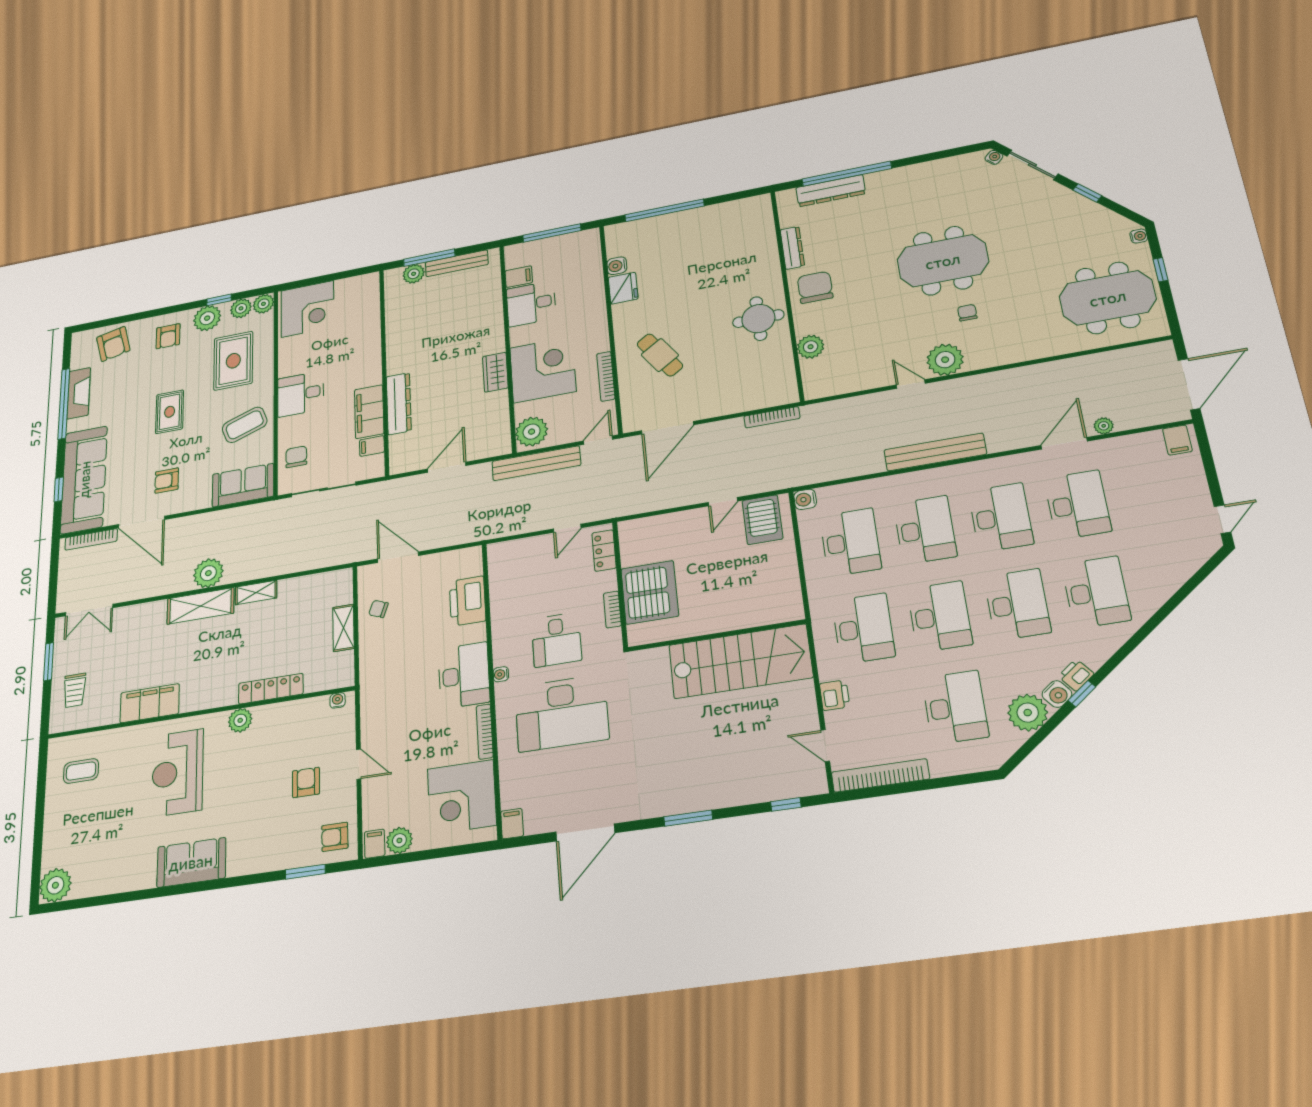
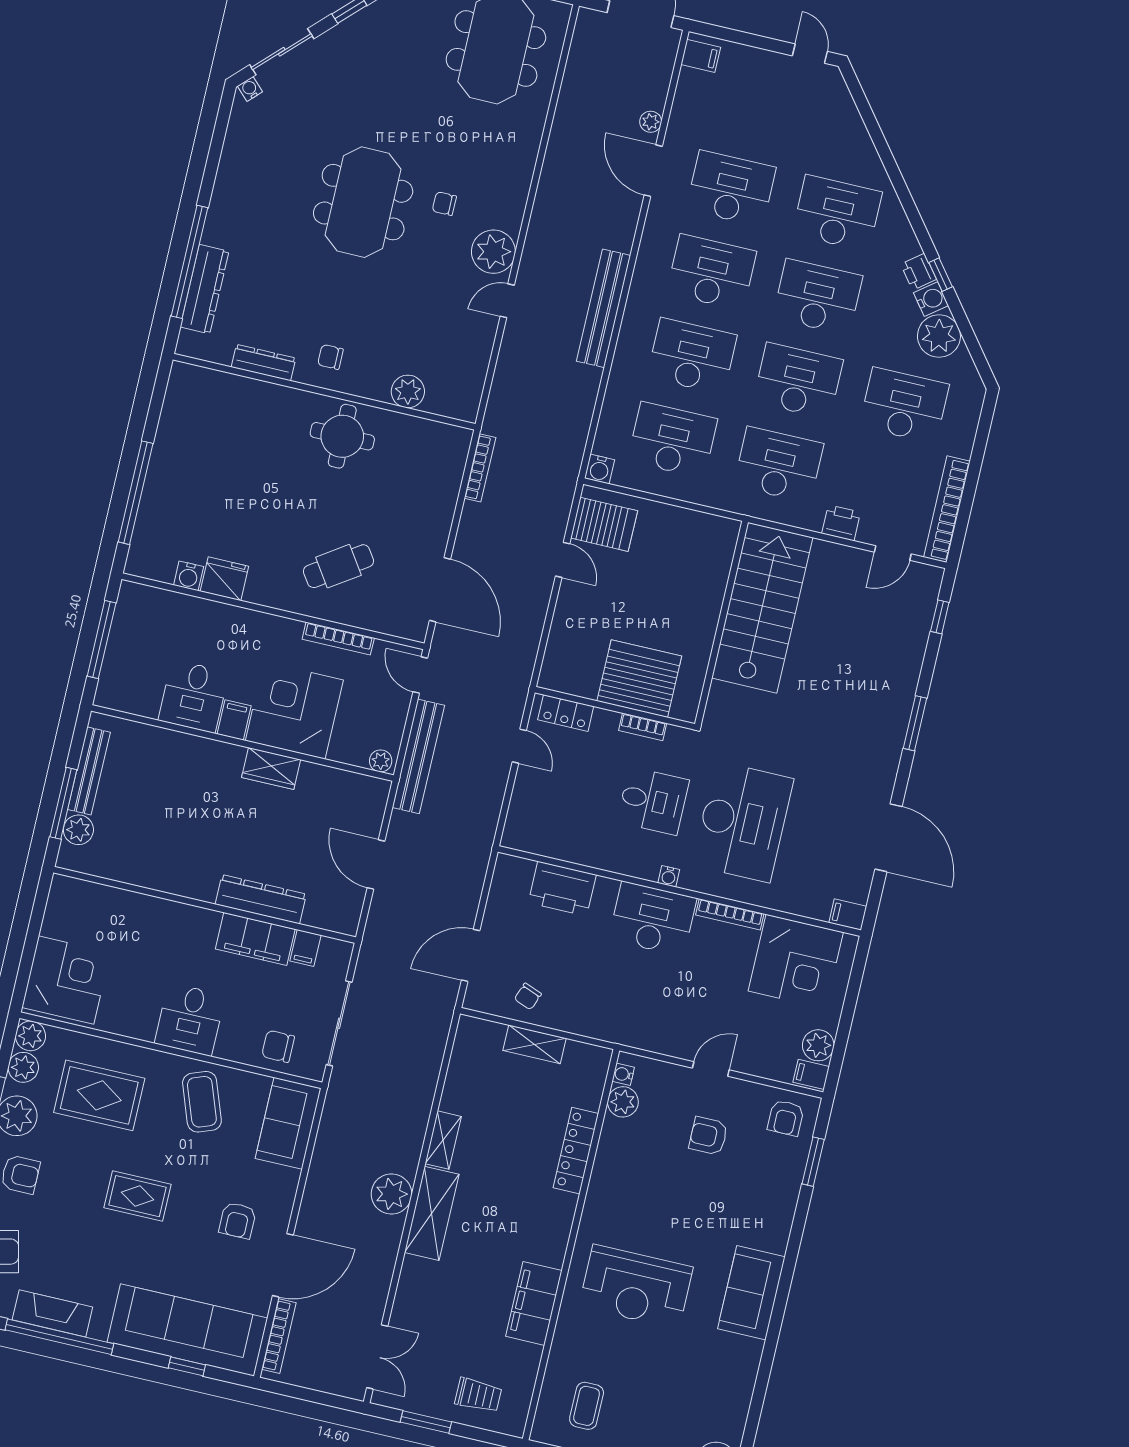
filing cabinet: (519, 277) -> (234, 720), moved
chair: (815, 287) -> (330, 357), width x0.54, depth x0.54
plant: (532, 432) -> (381, 761), width x0.53, depth x0.53
plant: (240, 720) -> (623, 1102), moved

